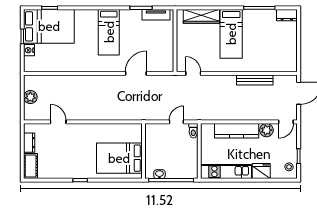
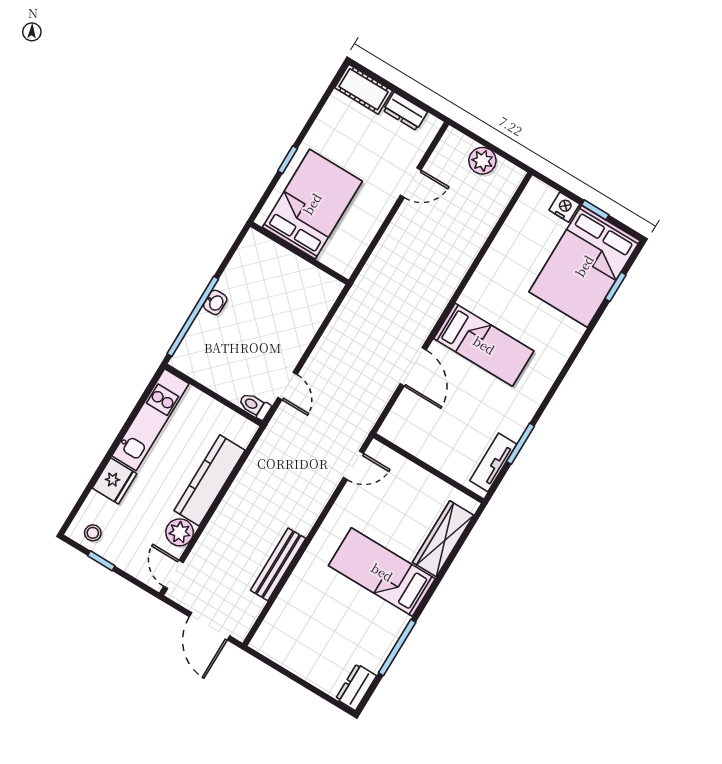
bed: (109, 32) -> (484, 345), moved, turned 180
wall: (144, 151) -> (299, 253), moved
bed: (119, 158) -> (312, 204), moved

